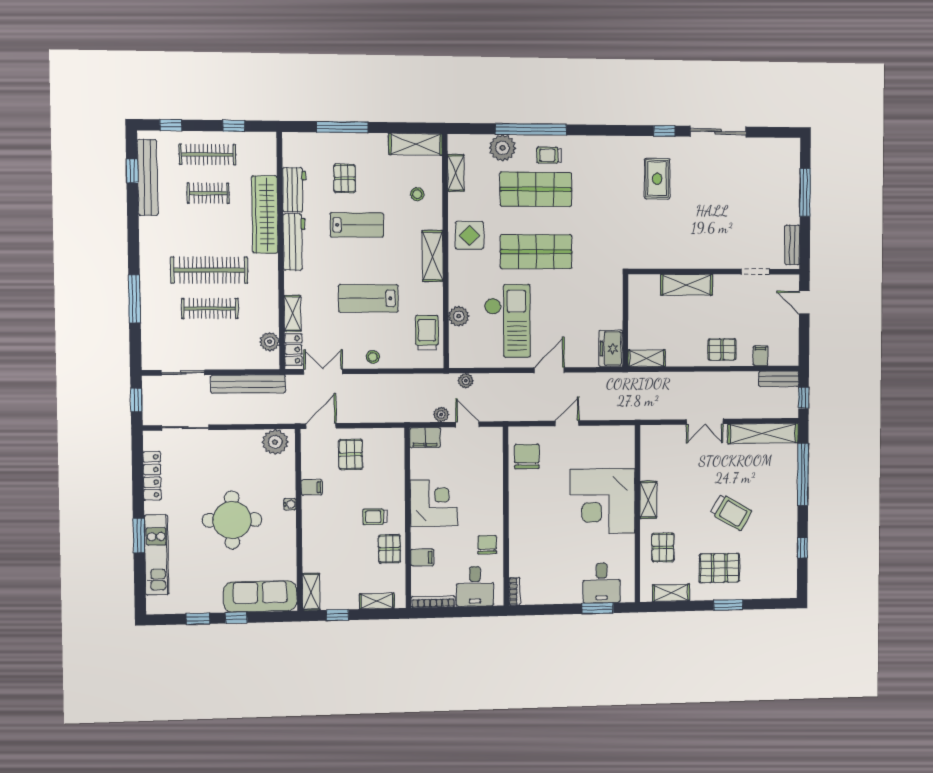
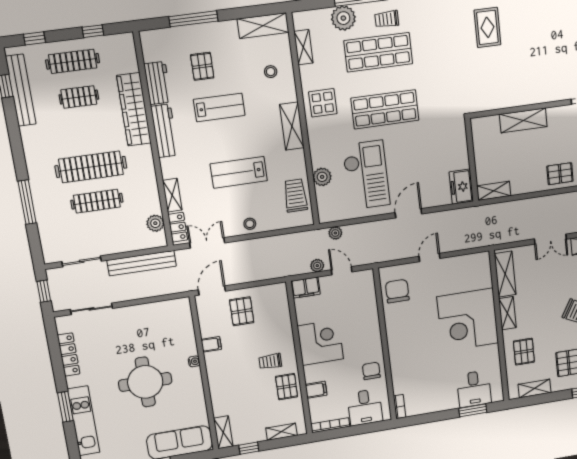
plant: (275, 442) -> (173, 310), removed
shelving: (650, 454) -> (505, 274), added

